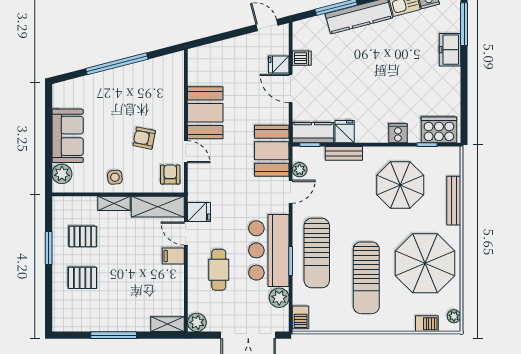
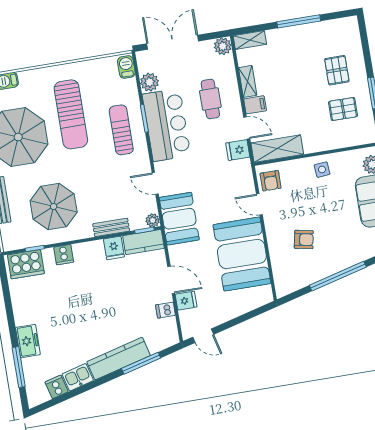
booth: (205, 113) -> (242, 254), width x1.36, depth x1.42
armchair: (144, 138) -> (304, 240), moved
plant: (300, 170) -> (153, 220), moved
door: (291, 192) -> (155, 183), hinge flipped
shelving: (114, 203) -> (248, 81), moved, turned 90
sun lounger: (317, 253) -> (121, 130), width x0.73, depth x0.75
pallet: (82, 278) -> (337, 70), turned 90
sun lounger: (366, 278) -> (71, 114), turned 180

